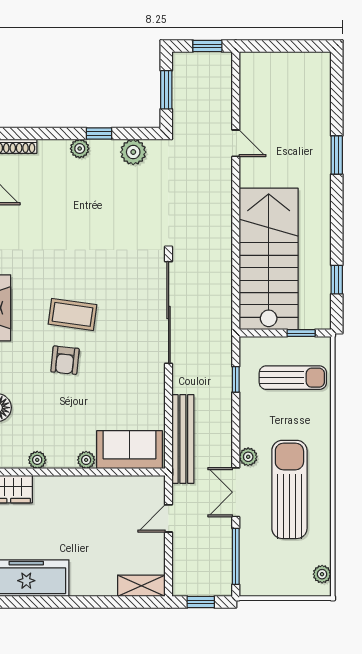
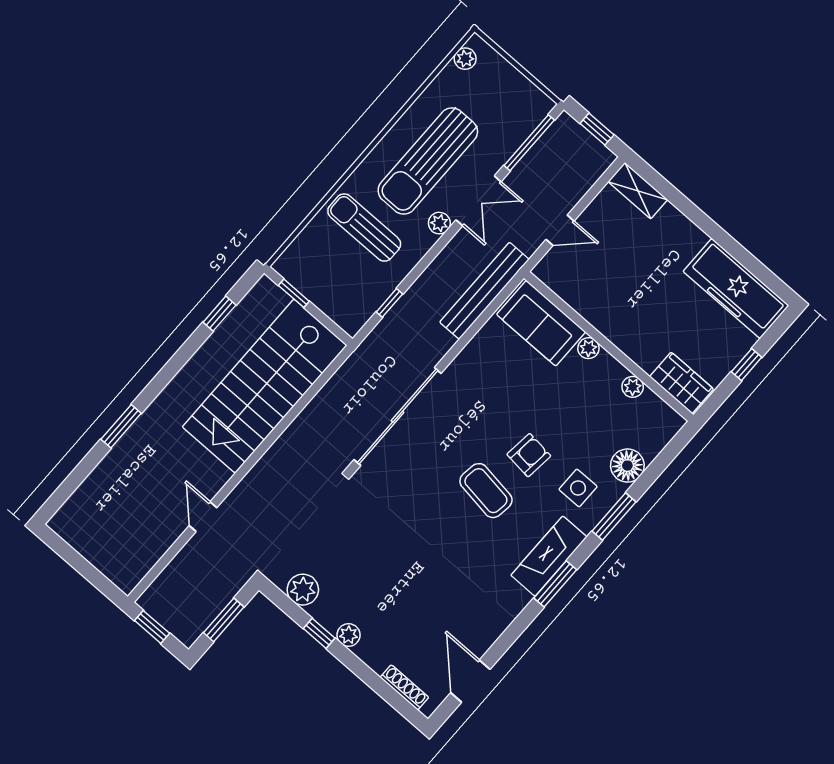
side table: (16, 366) -> (578, 488), added
sun lounger: (293, 378) -> (364, 228), moved

